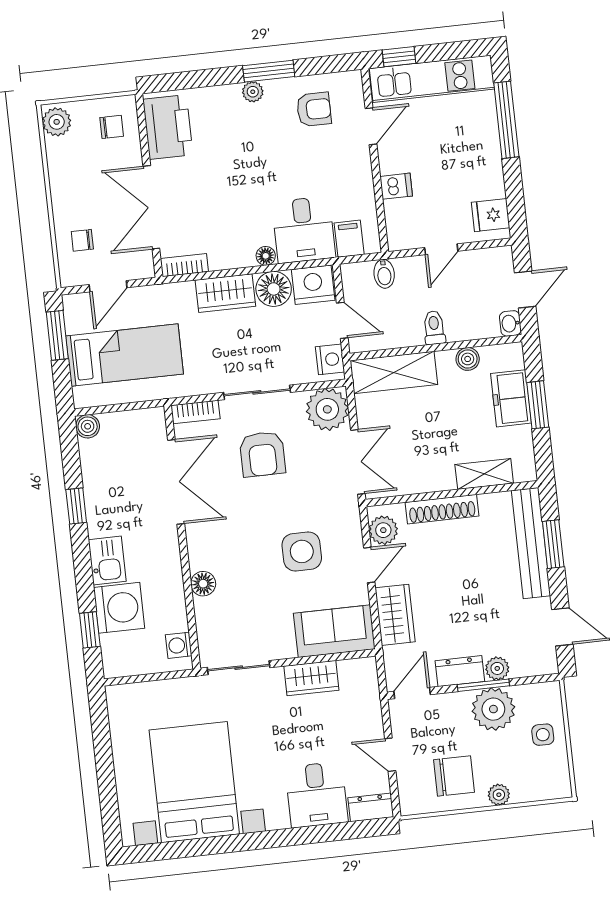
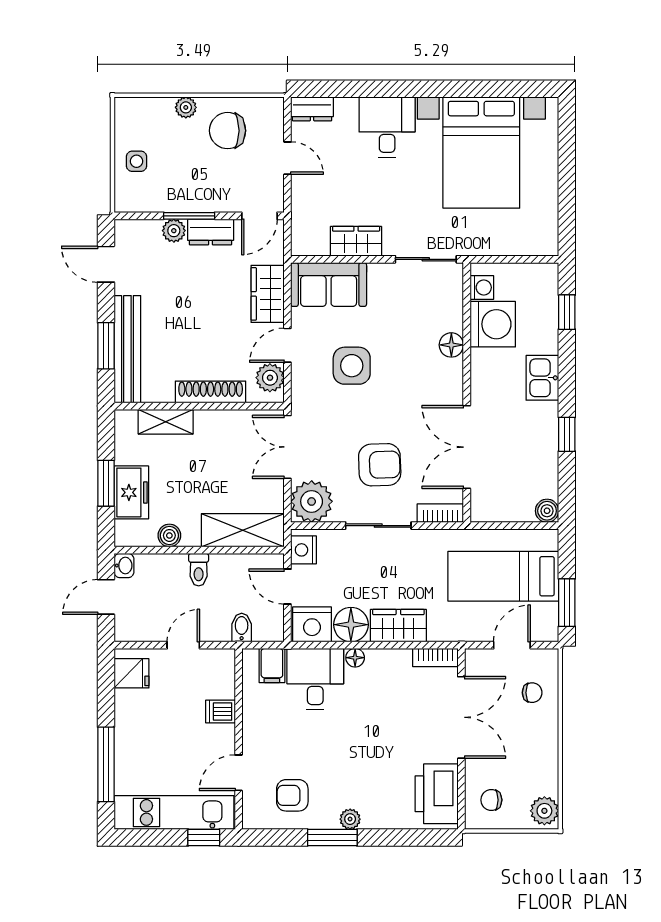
armchair: (262, 454) -> (380, 465), turned 88
washing machine: (119, 608) -> (493, 324), moved, turned 180
plant: (493, 709) -> (182, 191), removed
desk: (317, 795) -> (387, 127), moved

